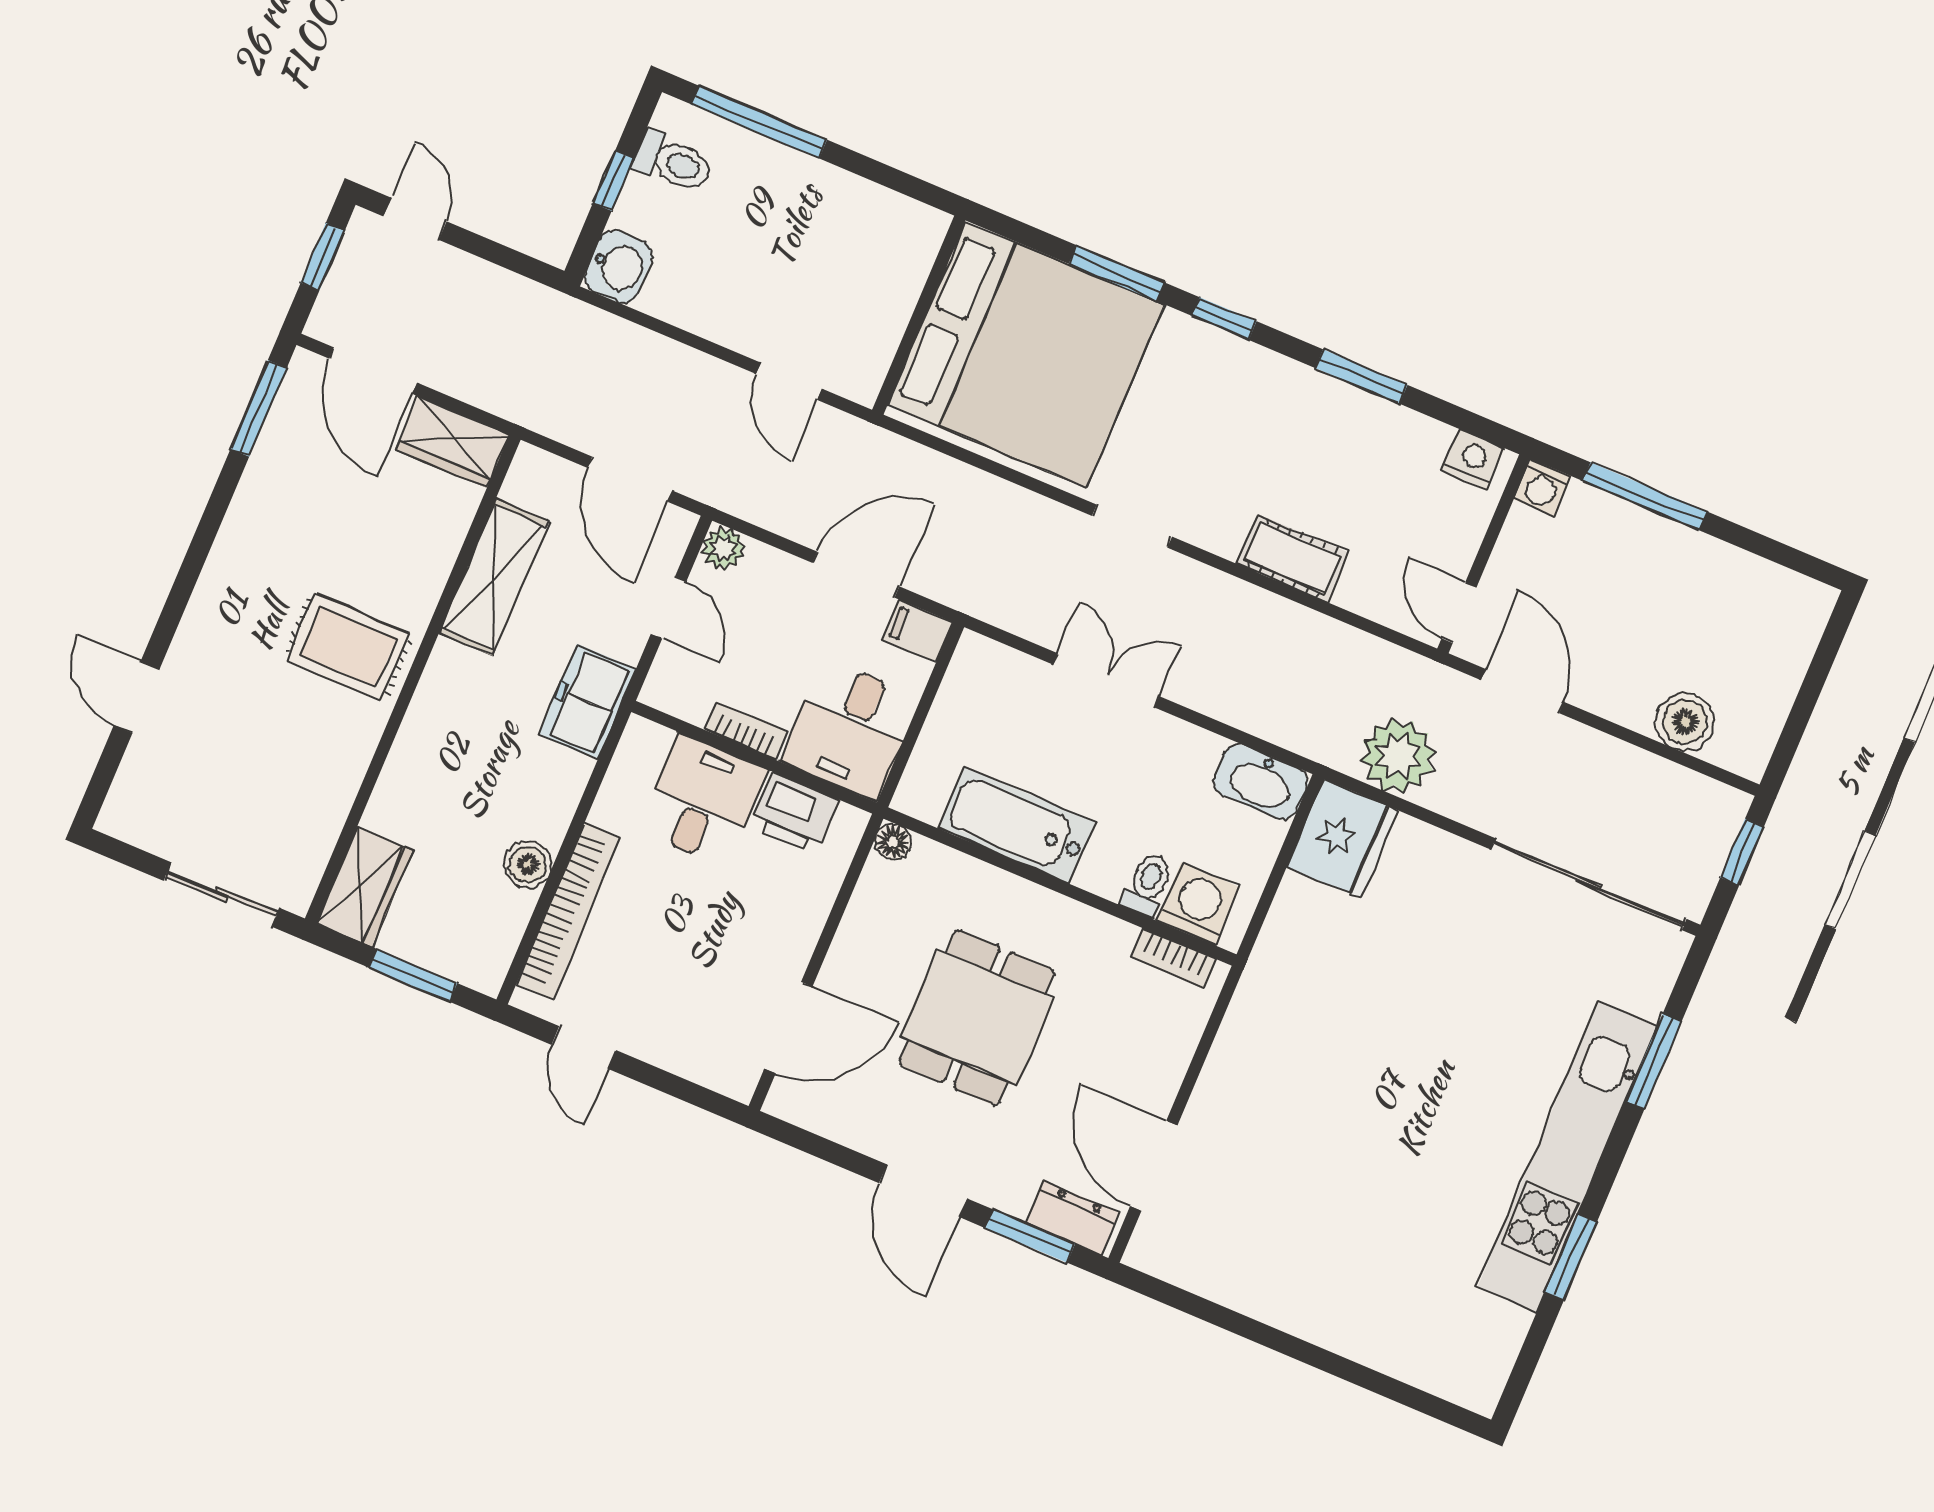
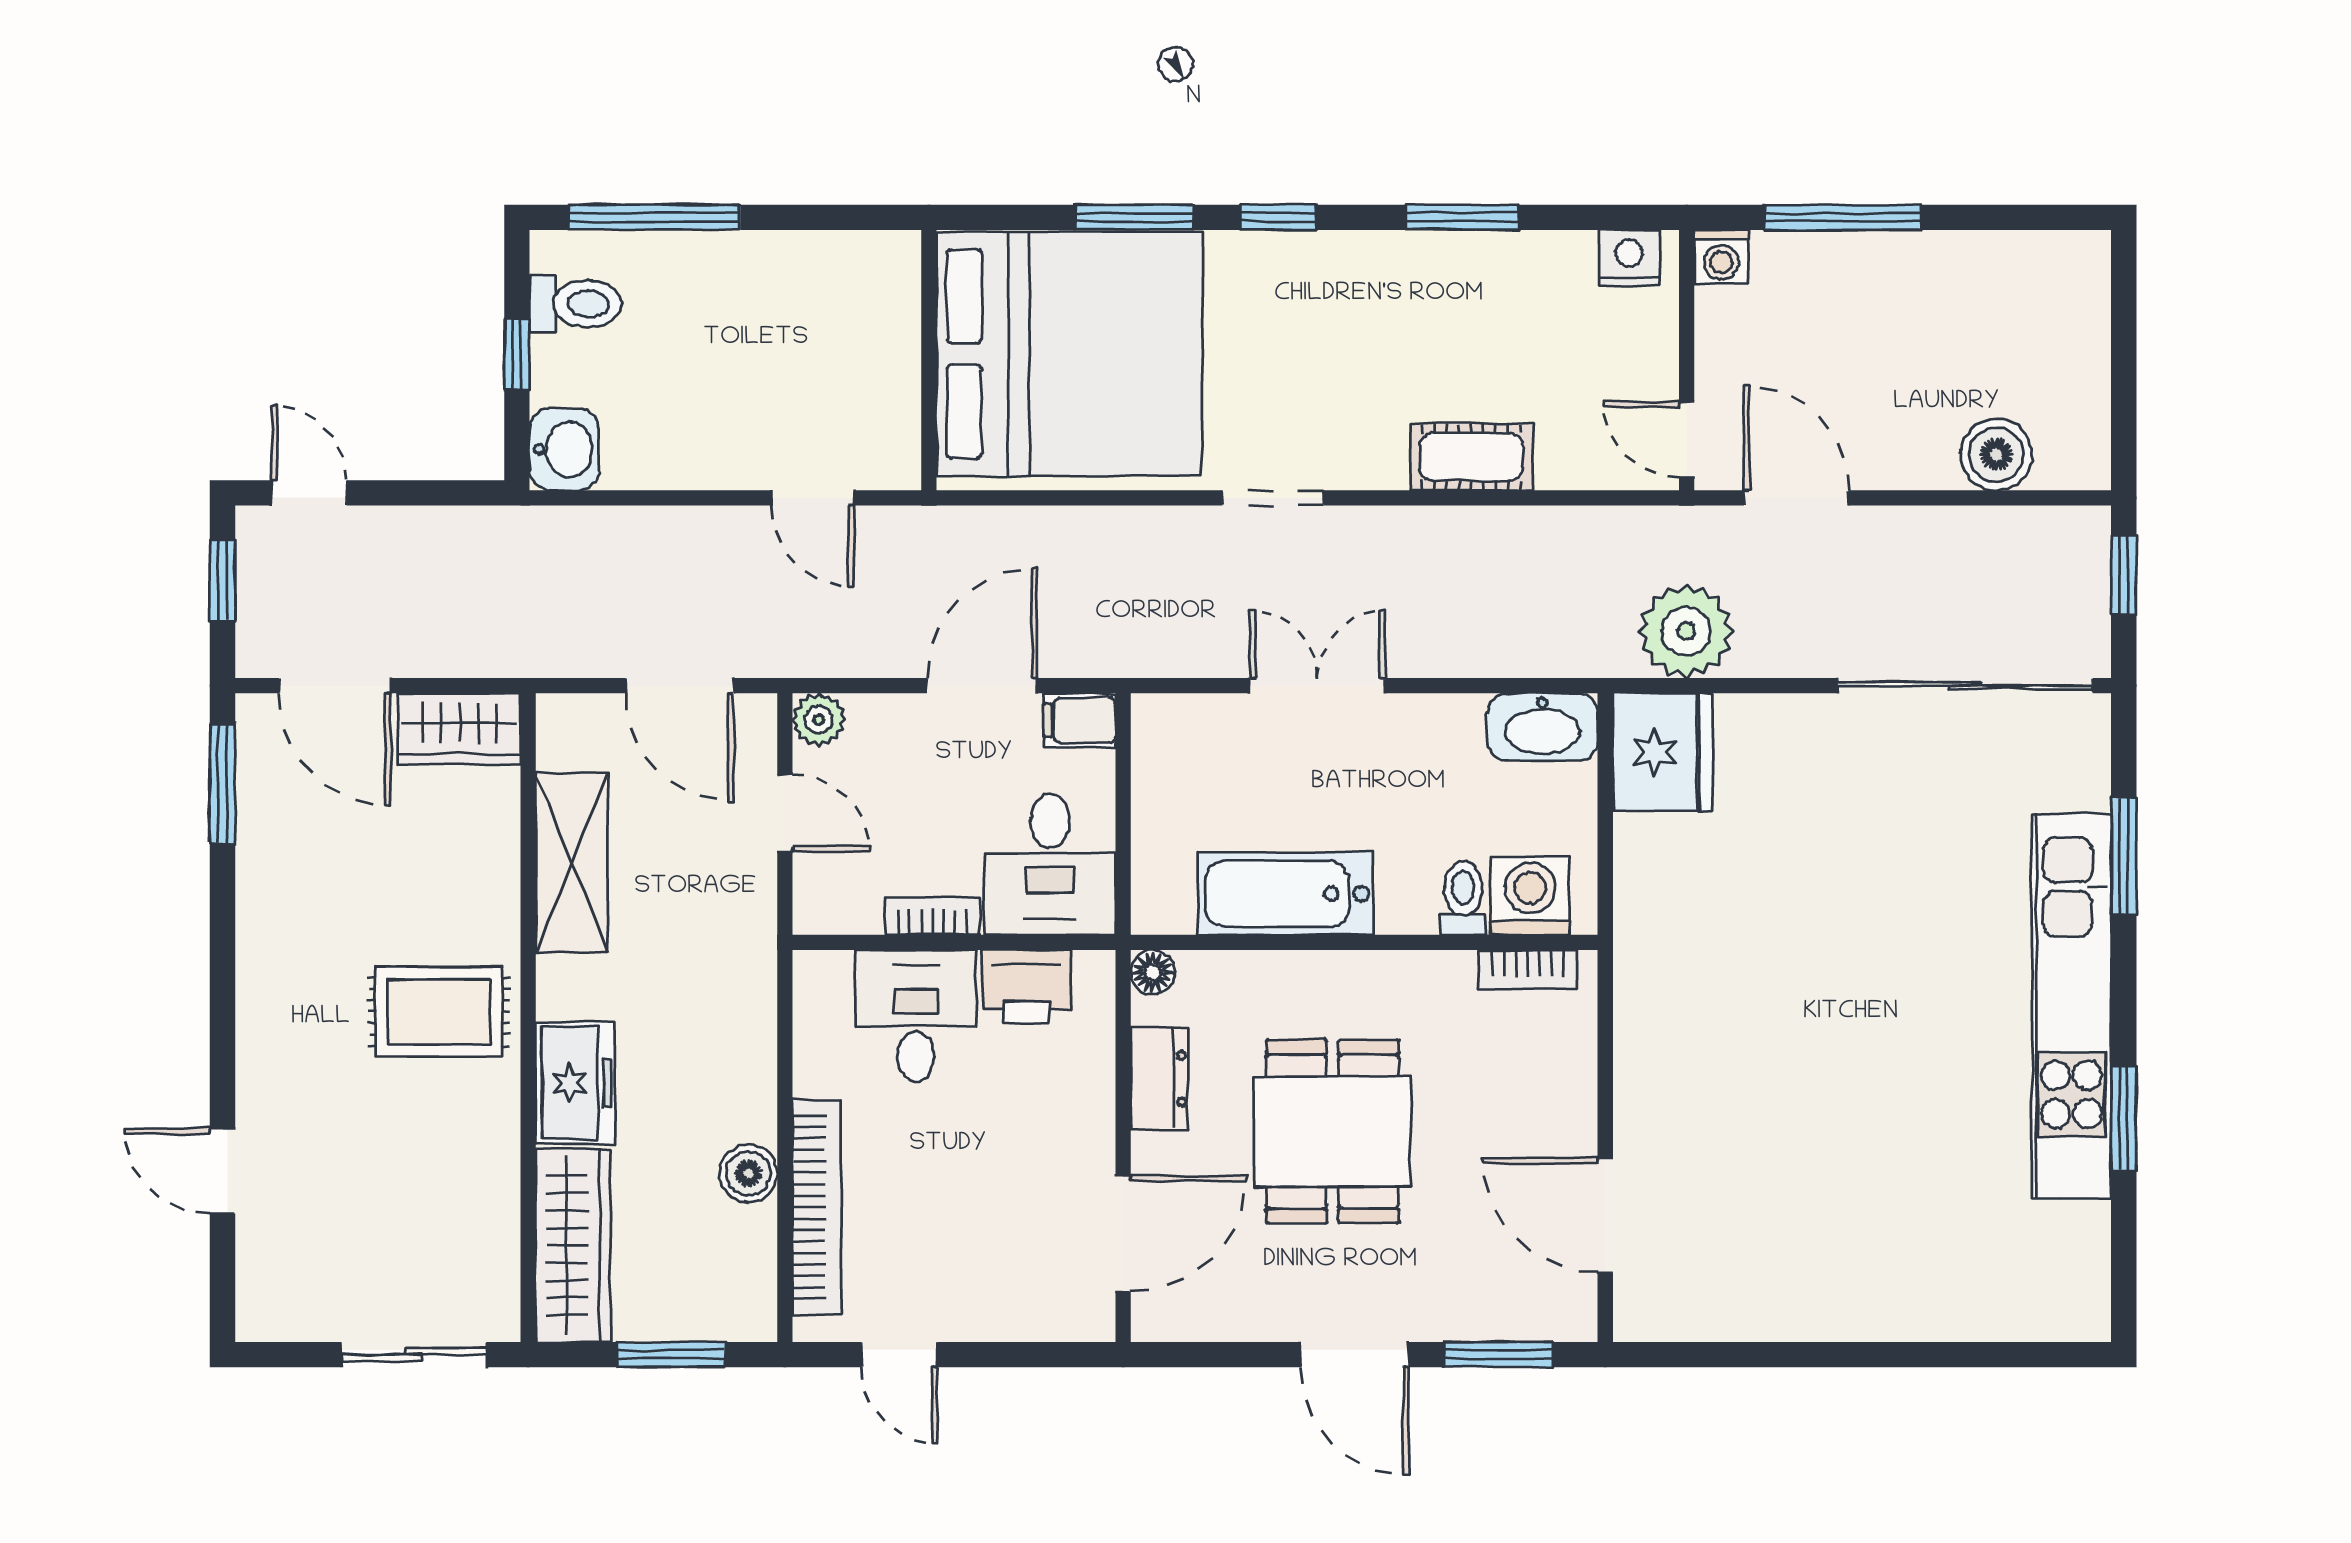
freezer: (587, 702) -> (575, 1083), moved, turned 180
wardrobe: (364, 887) -> (573, 1245), width x1.50
dresser: (1072, 1218) -> (1159, 1079), moved, turned 90

